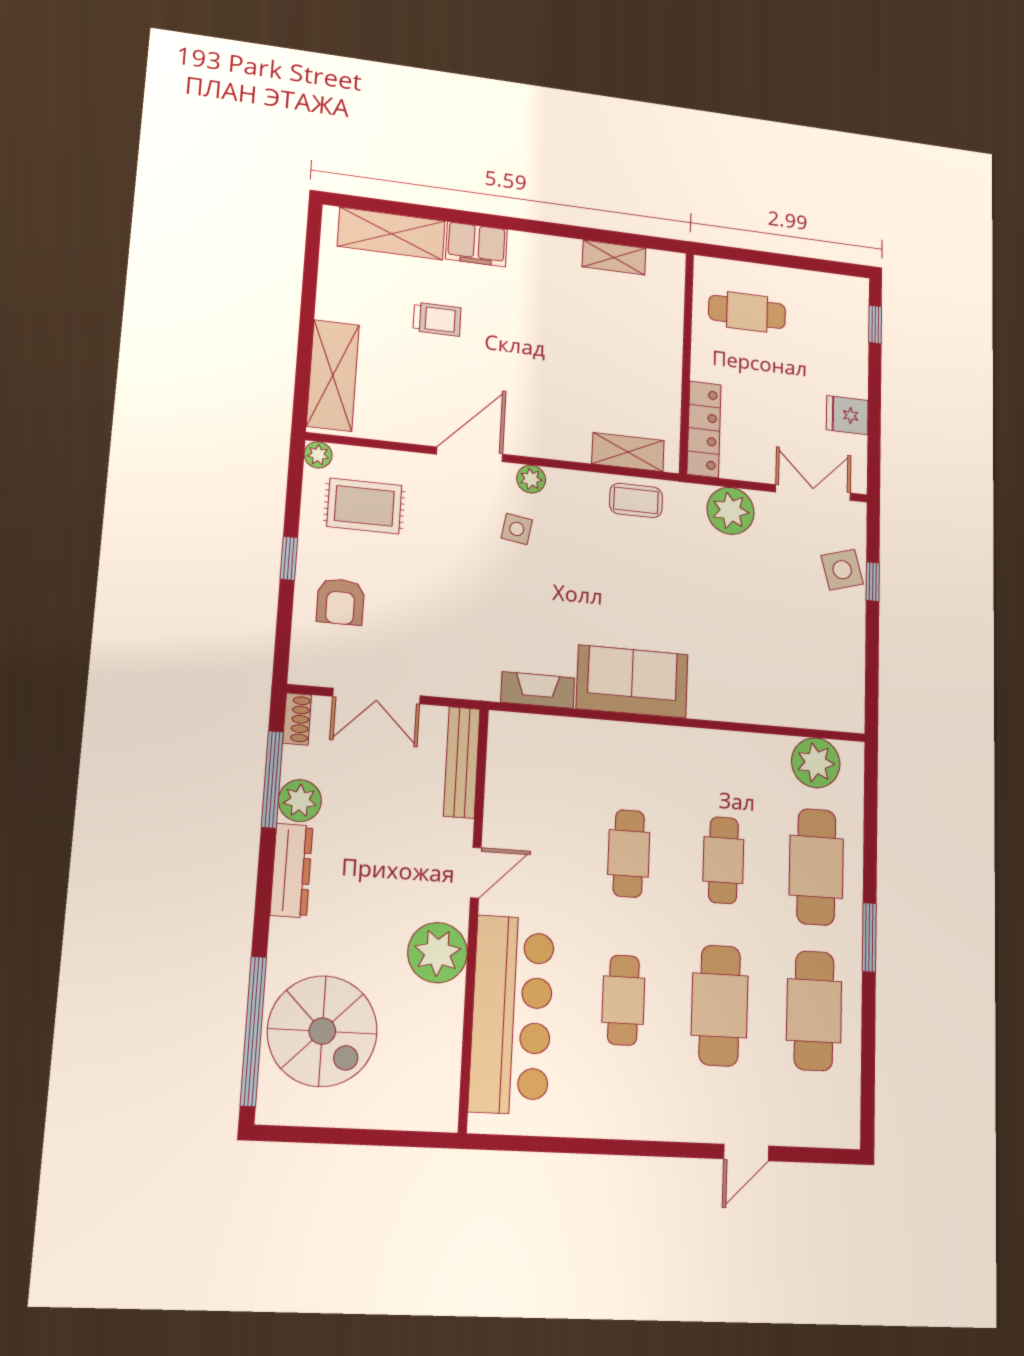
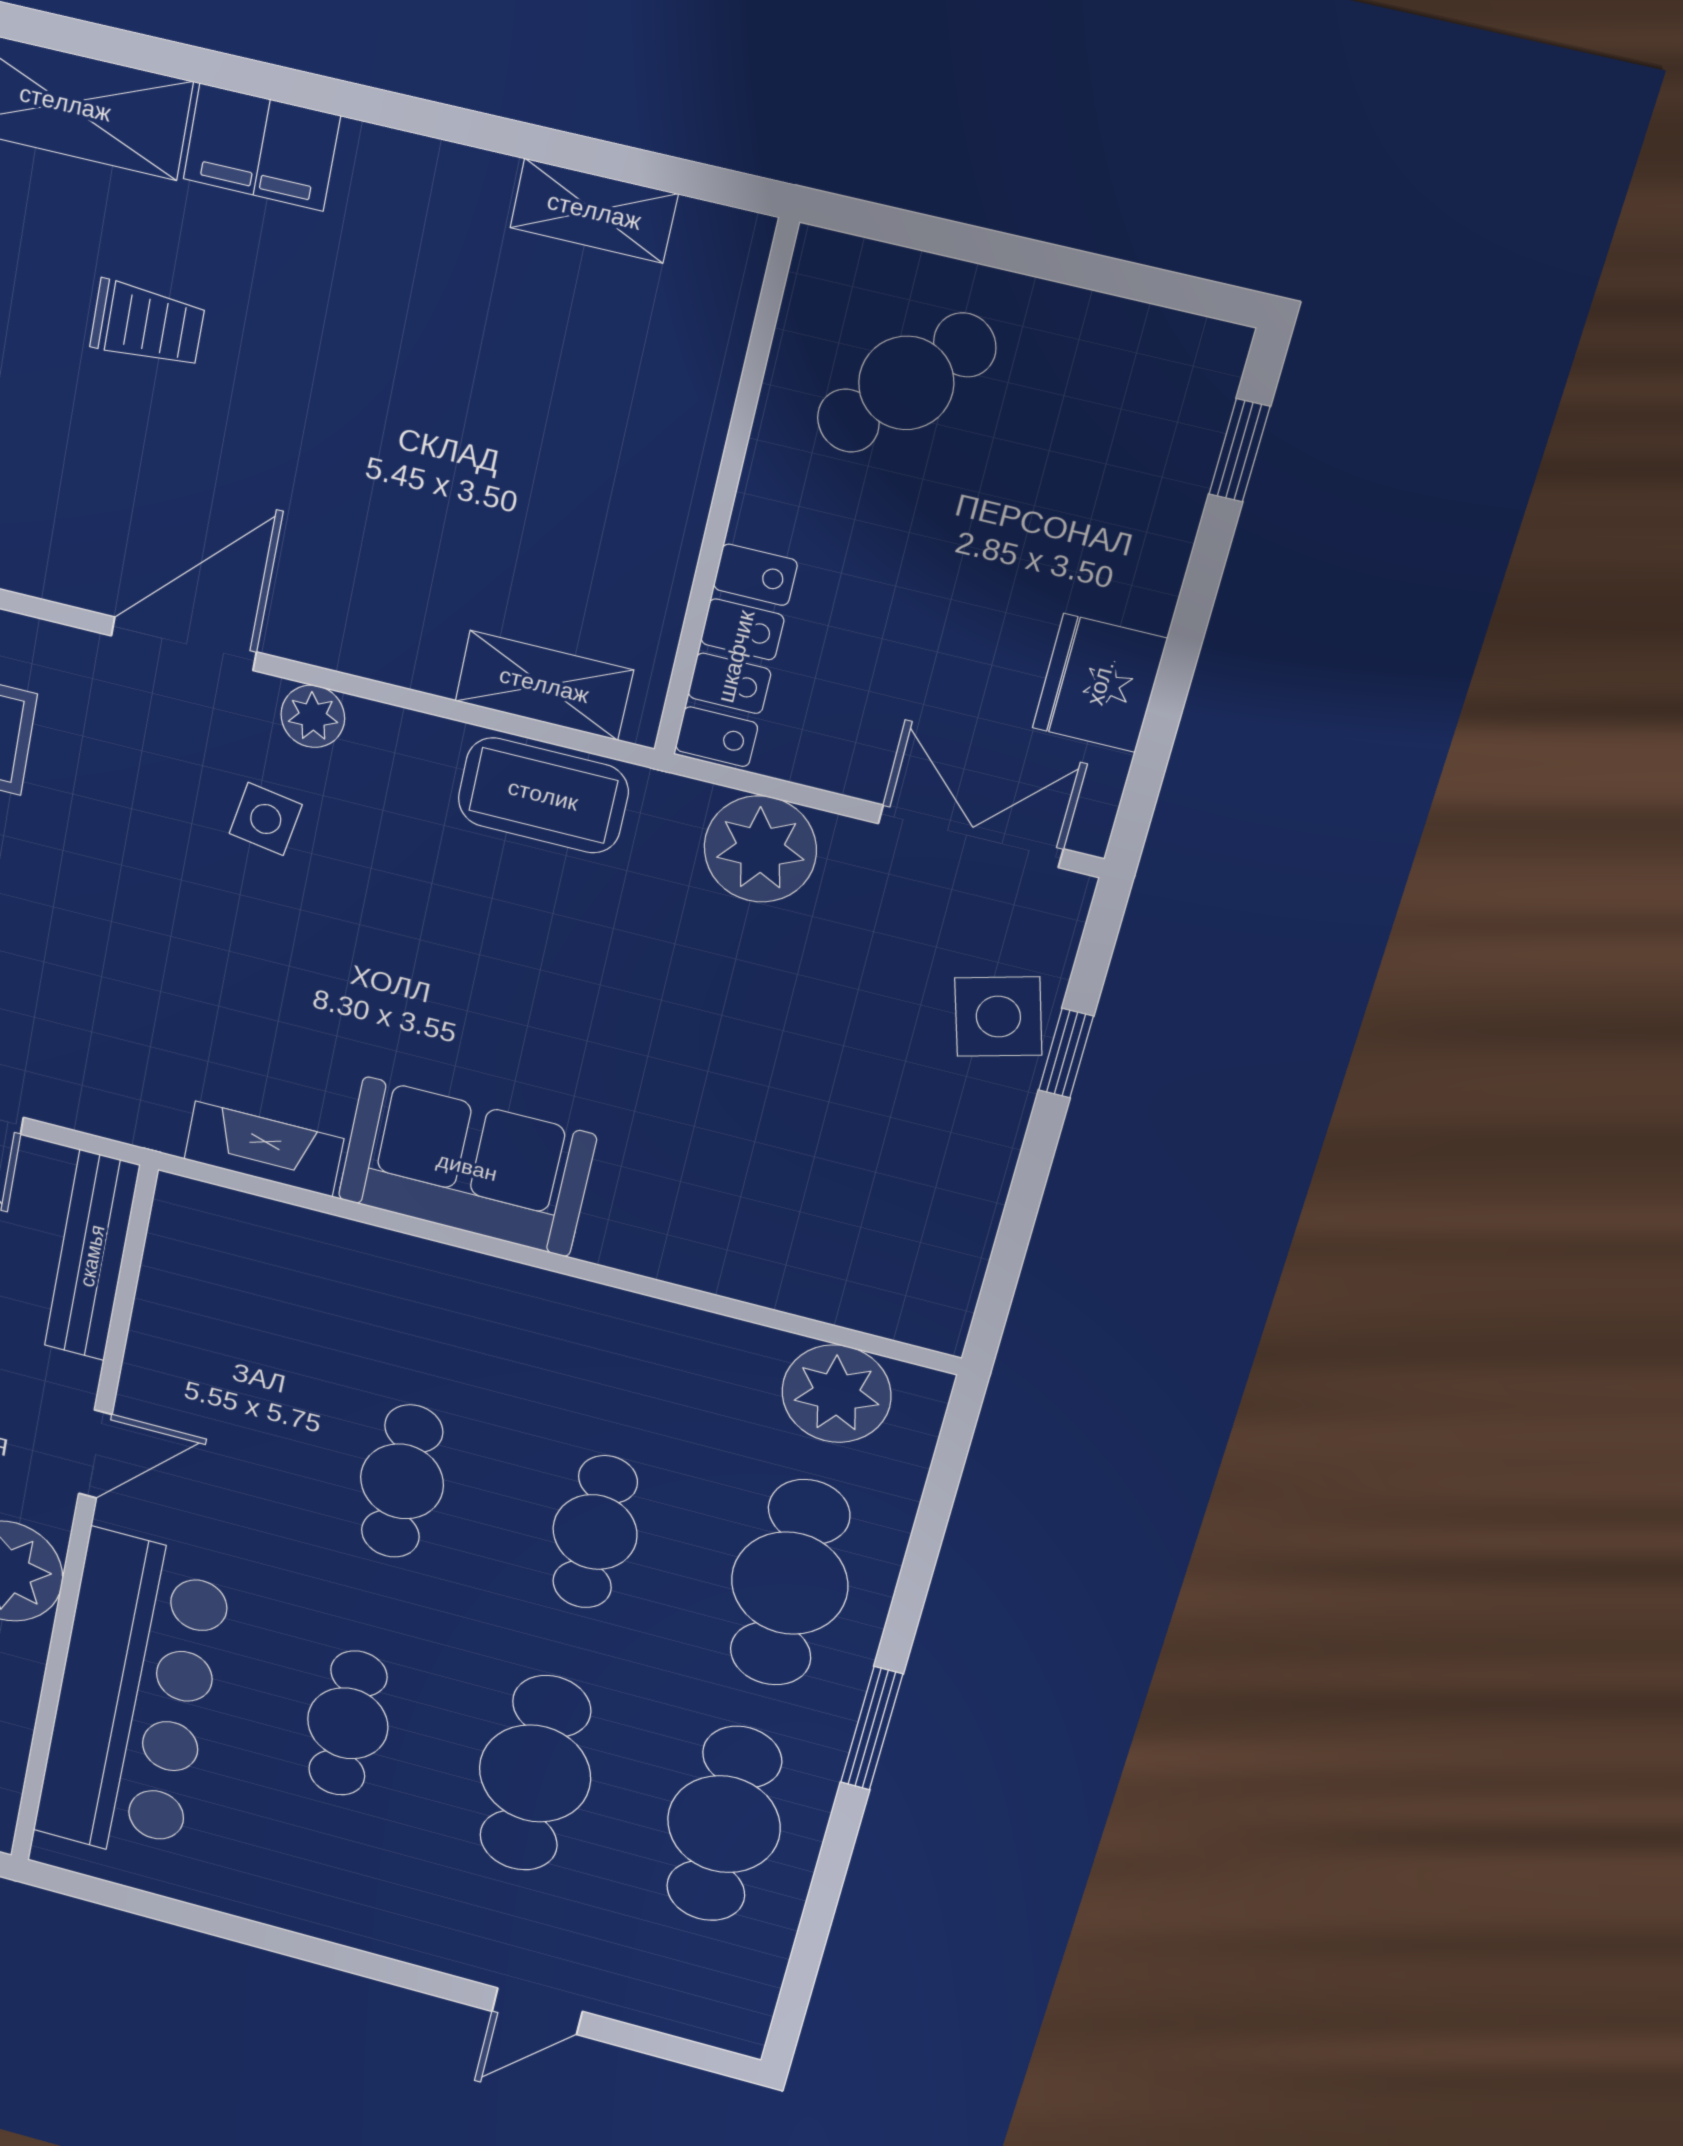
cafe table: (747, 312) -> (906, 383), turned -47
fridge: (847, 415) -> (1100, 683), width x1.38
coffee table: (636, 500) -> (543, 795), width x1.36, depth x1.30

